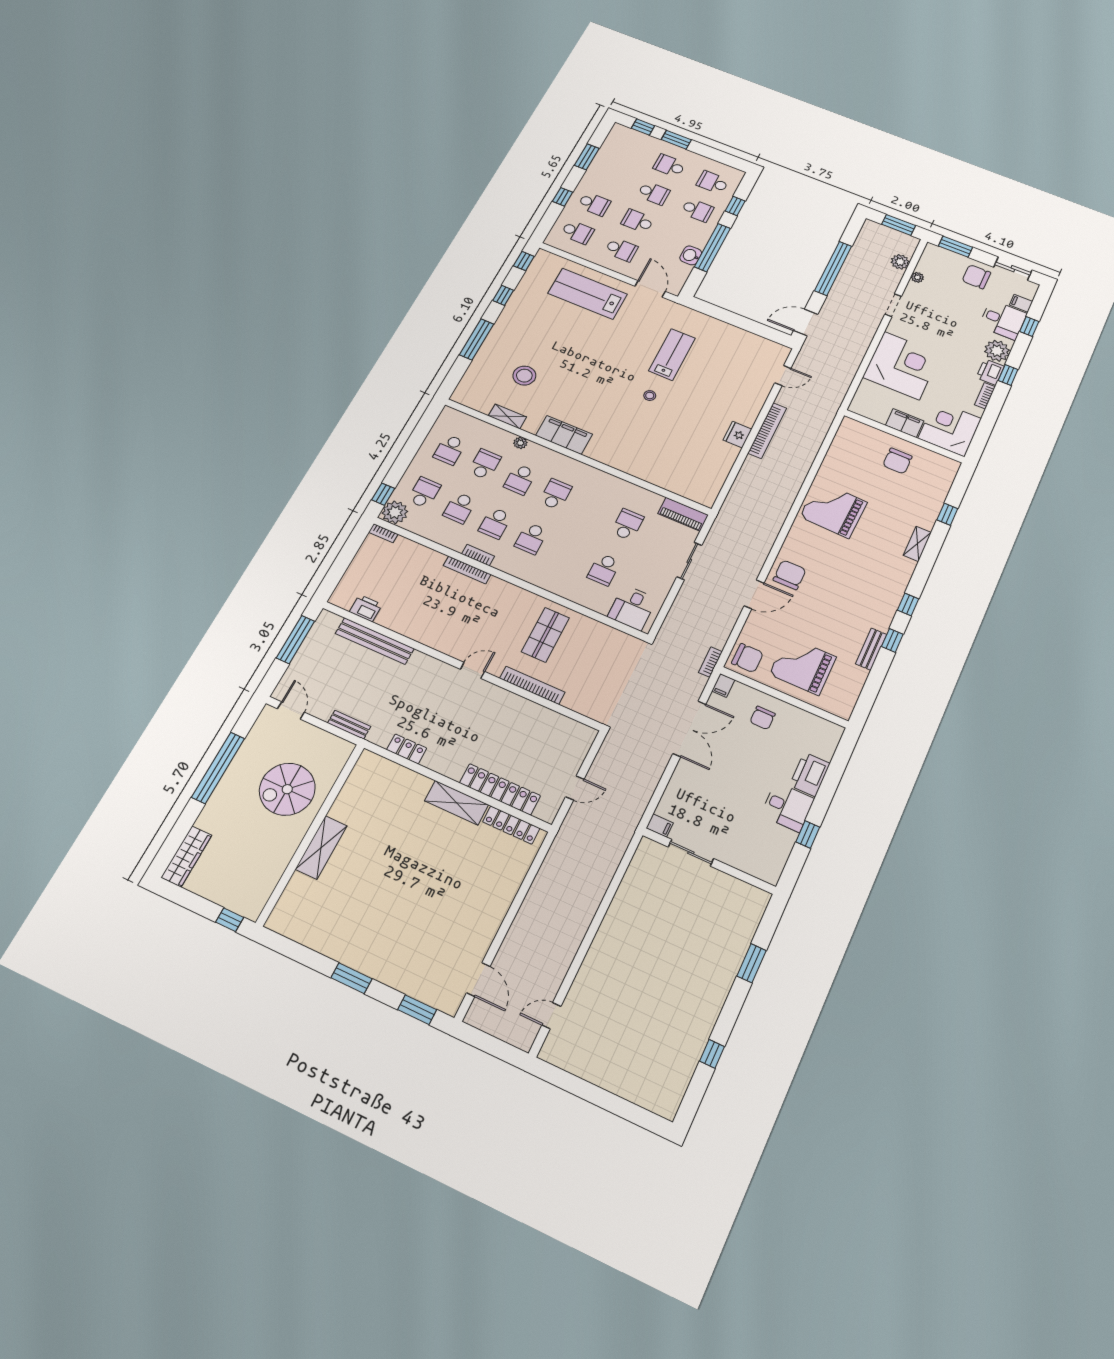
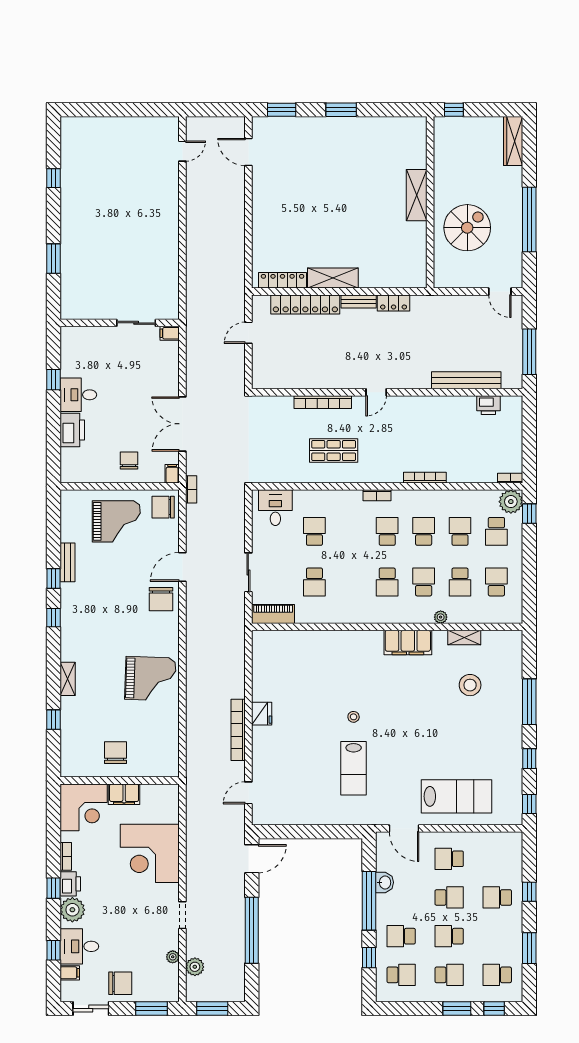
school desk: (577, 232) -> (497, 975), moved
bookcase: (478, 555) -> (377, 495), moved
shop shelf: (545, 635) -> (334, 451), turned 90
bench: (349, 725) -> (359, 301), moved

